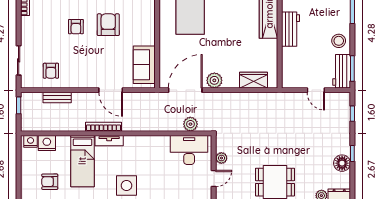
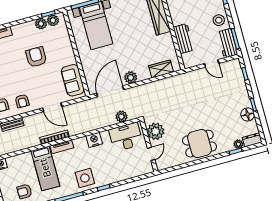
armchair: (76, 27) -> (22, 101), moved
workbench: (291, 29) -> (184, 39), moved
nightstand: (47, 143) -> (94, 140), moved
plant: (221, 158) -> (156, 131), width x1.87, depth x1.87

